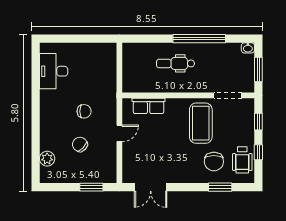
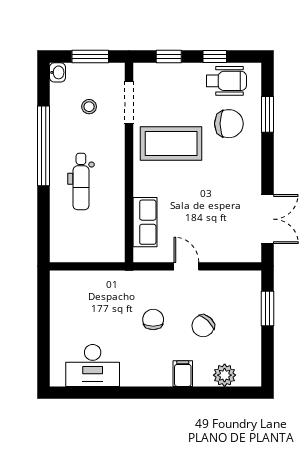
stool: (225, 69) -> (89, 107), added
filing cabinet: (48, 131) -> (183, 374), added

